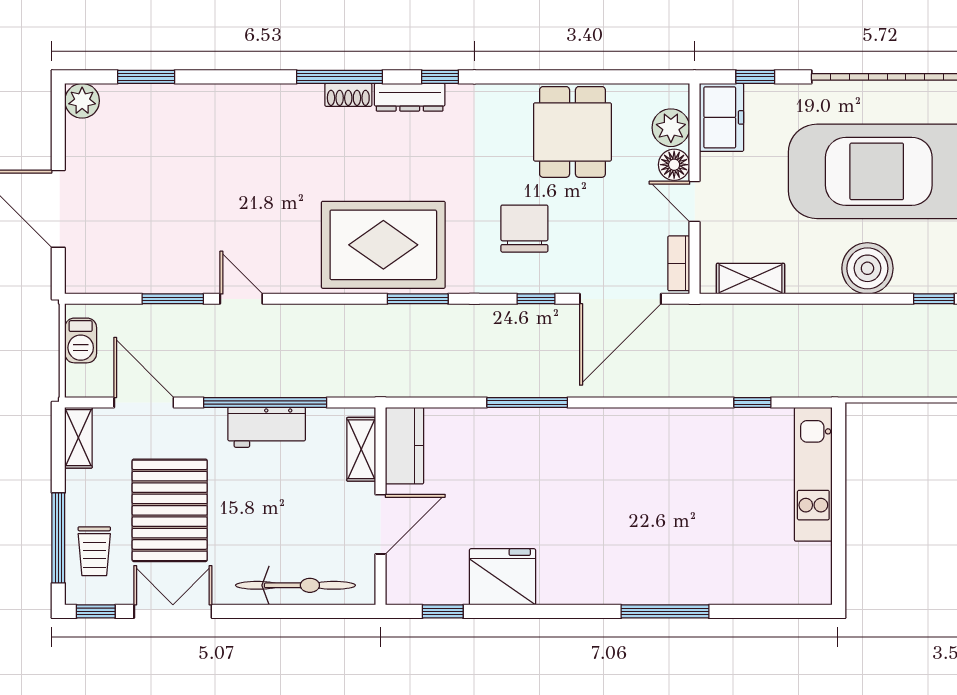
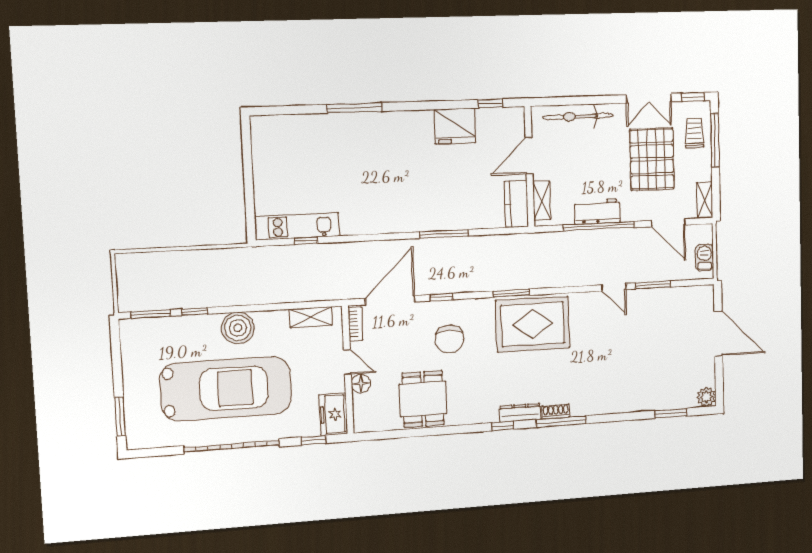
plant: (671, 128) -> (364, 406), removed
kitchen unit: (813, 474) -> (297, 226), moved, turned -90

